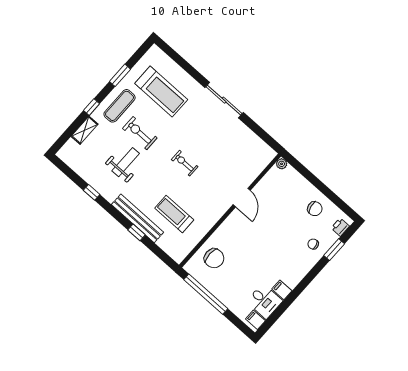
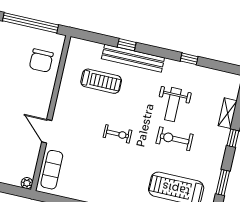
exercise mat: (120, 106) -> (52, 170), moved
exercise bike: (140, 133) -> (175, 139), turned 180
chair: (214, 258) -> (41, 61), turned -90

